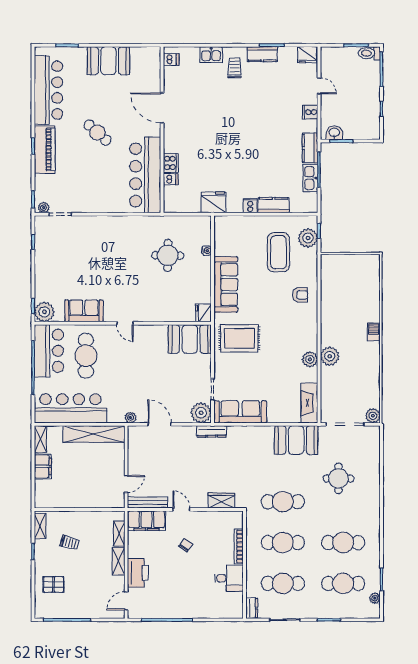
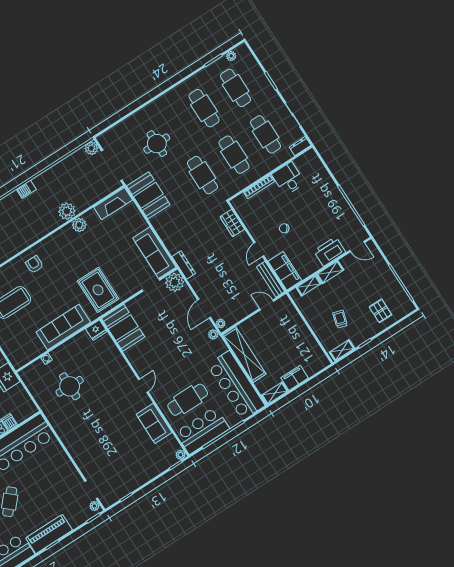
plant: (44, 312) -> (181, 455), width x0.53, depth x0.53
plant: (136, 431) -> (221, 324), added

